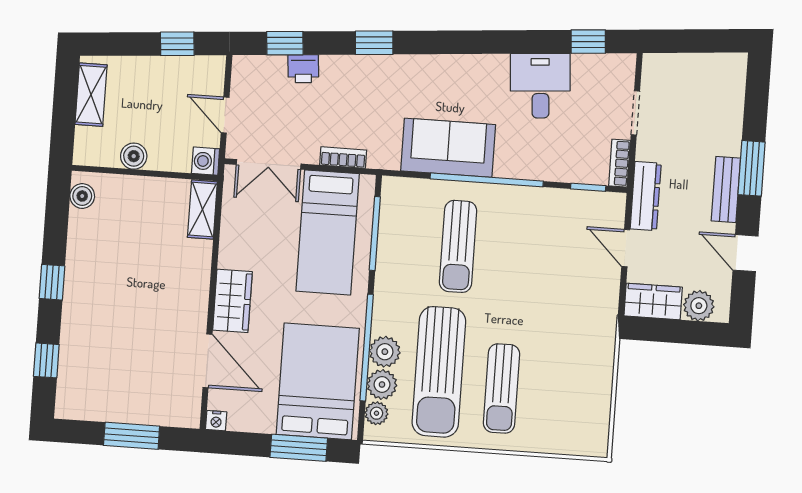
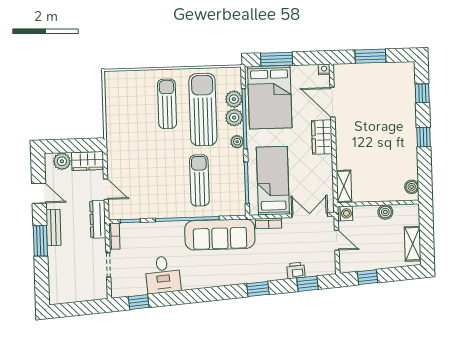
sofa: (448, 148) -> (220, 235), width x1.36
plant: (377, 413) -> (237, 142), moved

